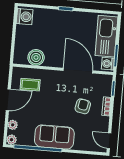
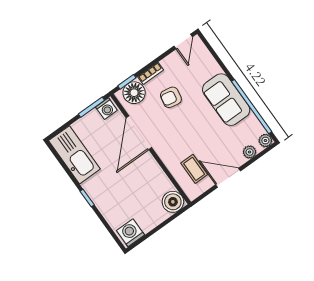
kitchen sink: (106, 36) -> (74, 155), moved, turned -90
boiler: (36, 57) -> (173, 202), moved
floor lamp: (104, 87) -> (134, 93), added

